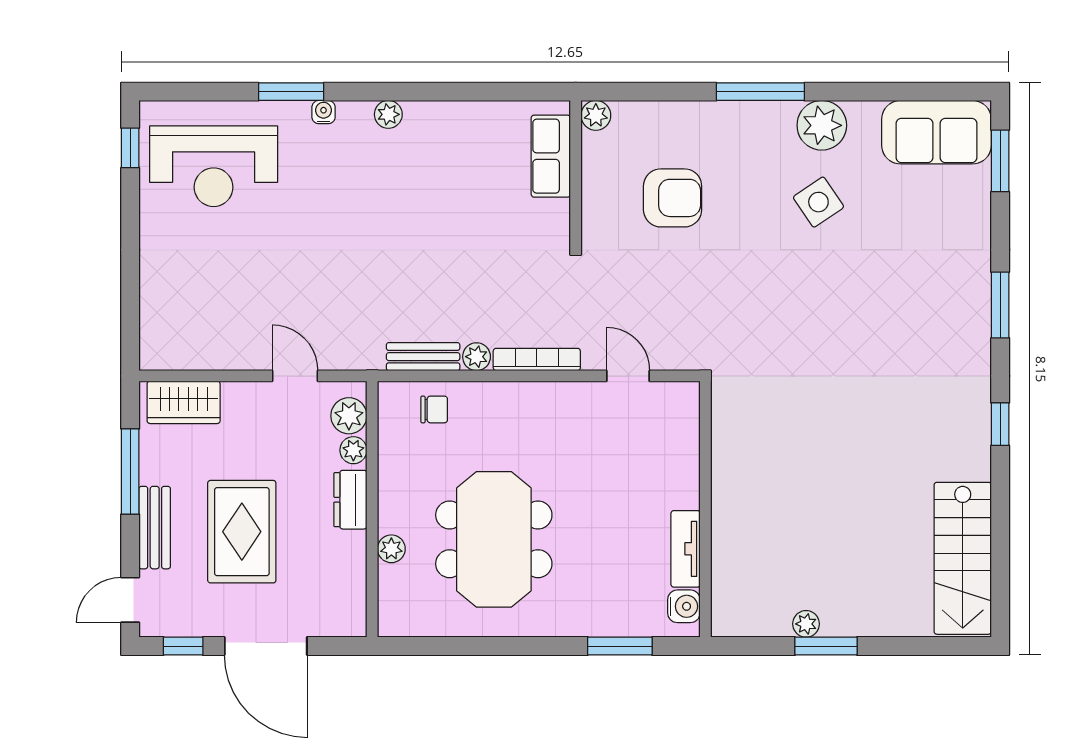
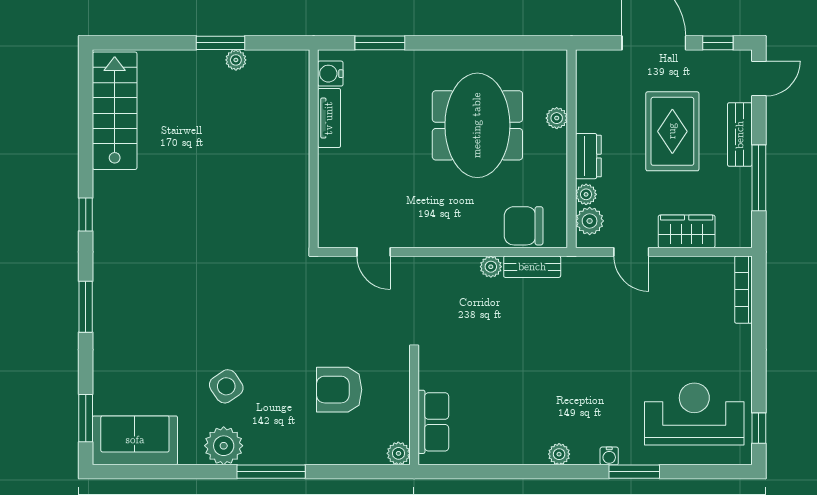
bookcase: (537, 359) -> (743, 290), moved, turned 90
wardrobe: (184, 402) -> (687, 231), moved
chair: (434, 409) -> (524, 226), width x1.87, depth x1.87

